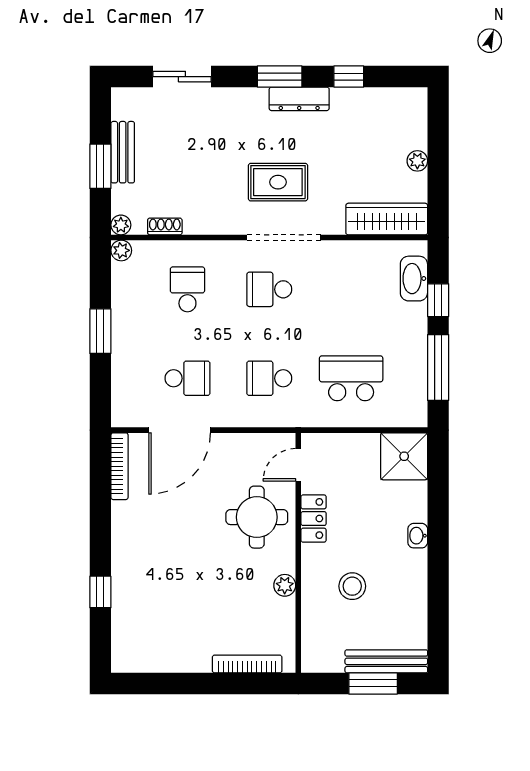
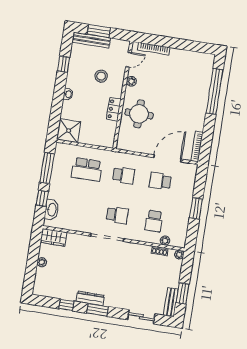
bench: (123, 152) -> (171, 302), moved
window: (100, 166) -> (182, 293), moved
rug: (278, 182) -> (106, 263), removed
wardrobe: (387, 219) -> (53, 237), width x0.67
plant: (121, 250) -> (165, 241), moved
door: (298, 465) -> (129, 60), moved
window: (100, 592) -> (214, 91), width x3.17
window: (438, 599) -> (63, 64), added

